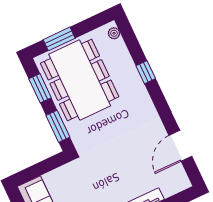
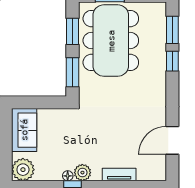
plant: (114, 33) -> (161, 14), removed
window: (132, 43) -> (172, 30), added

